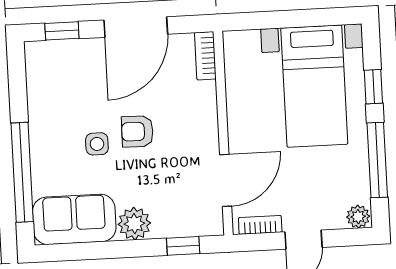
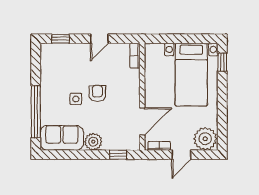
door: (136, 27) -> (99, 39), width x0.53
window: (373, 87) -> (222, 62), moved
armchair: (137, 132) -> (97, 94), turned 89
window: (377, 160) -> (222, 115), removed
plant: (358, 217) -> (205, 139), width x1.87, depth x1.87

